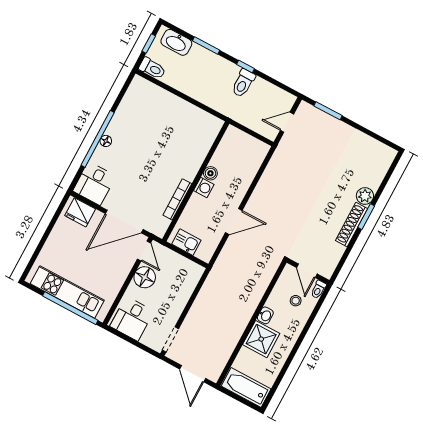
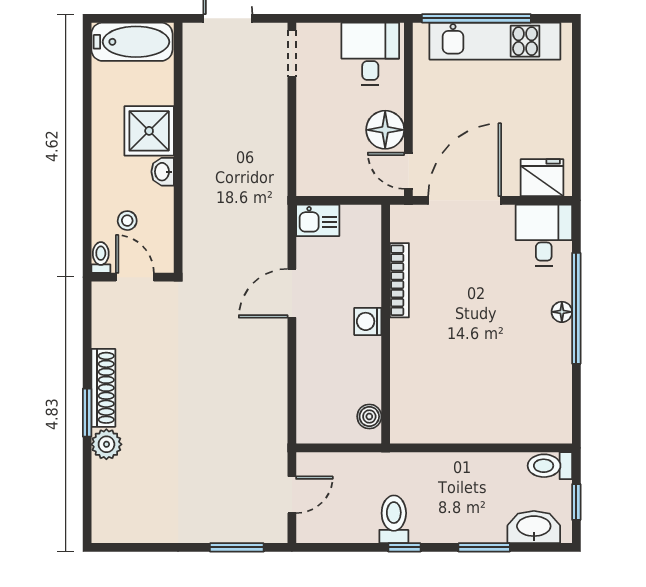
boiler: (210, 173) -> (369, 416), moved
kitchen sink: (186, 242) -> (318, 220), moved

